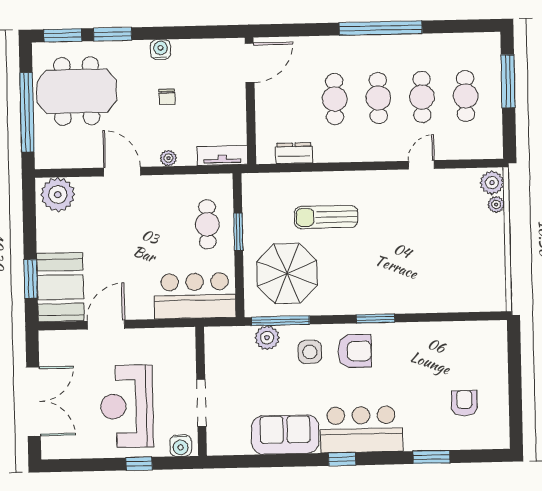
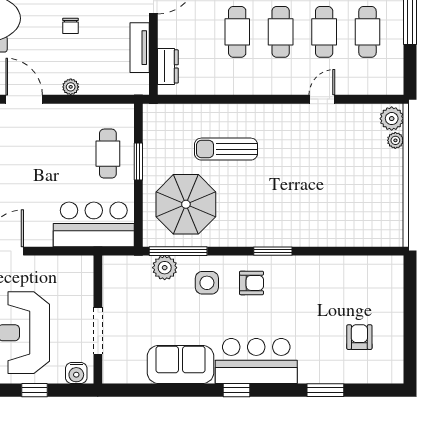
dresser: (294, 153) -> (168, 66), moved, turned 90
tv unit: (222, 155) -> (140, 48), moved, turned -90
armchair: (355, 351) -> (251, 283), width x0.72, depth x0.72

